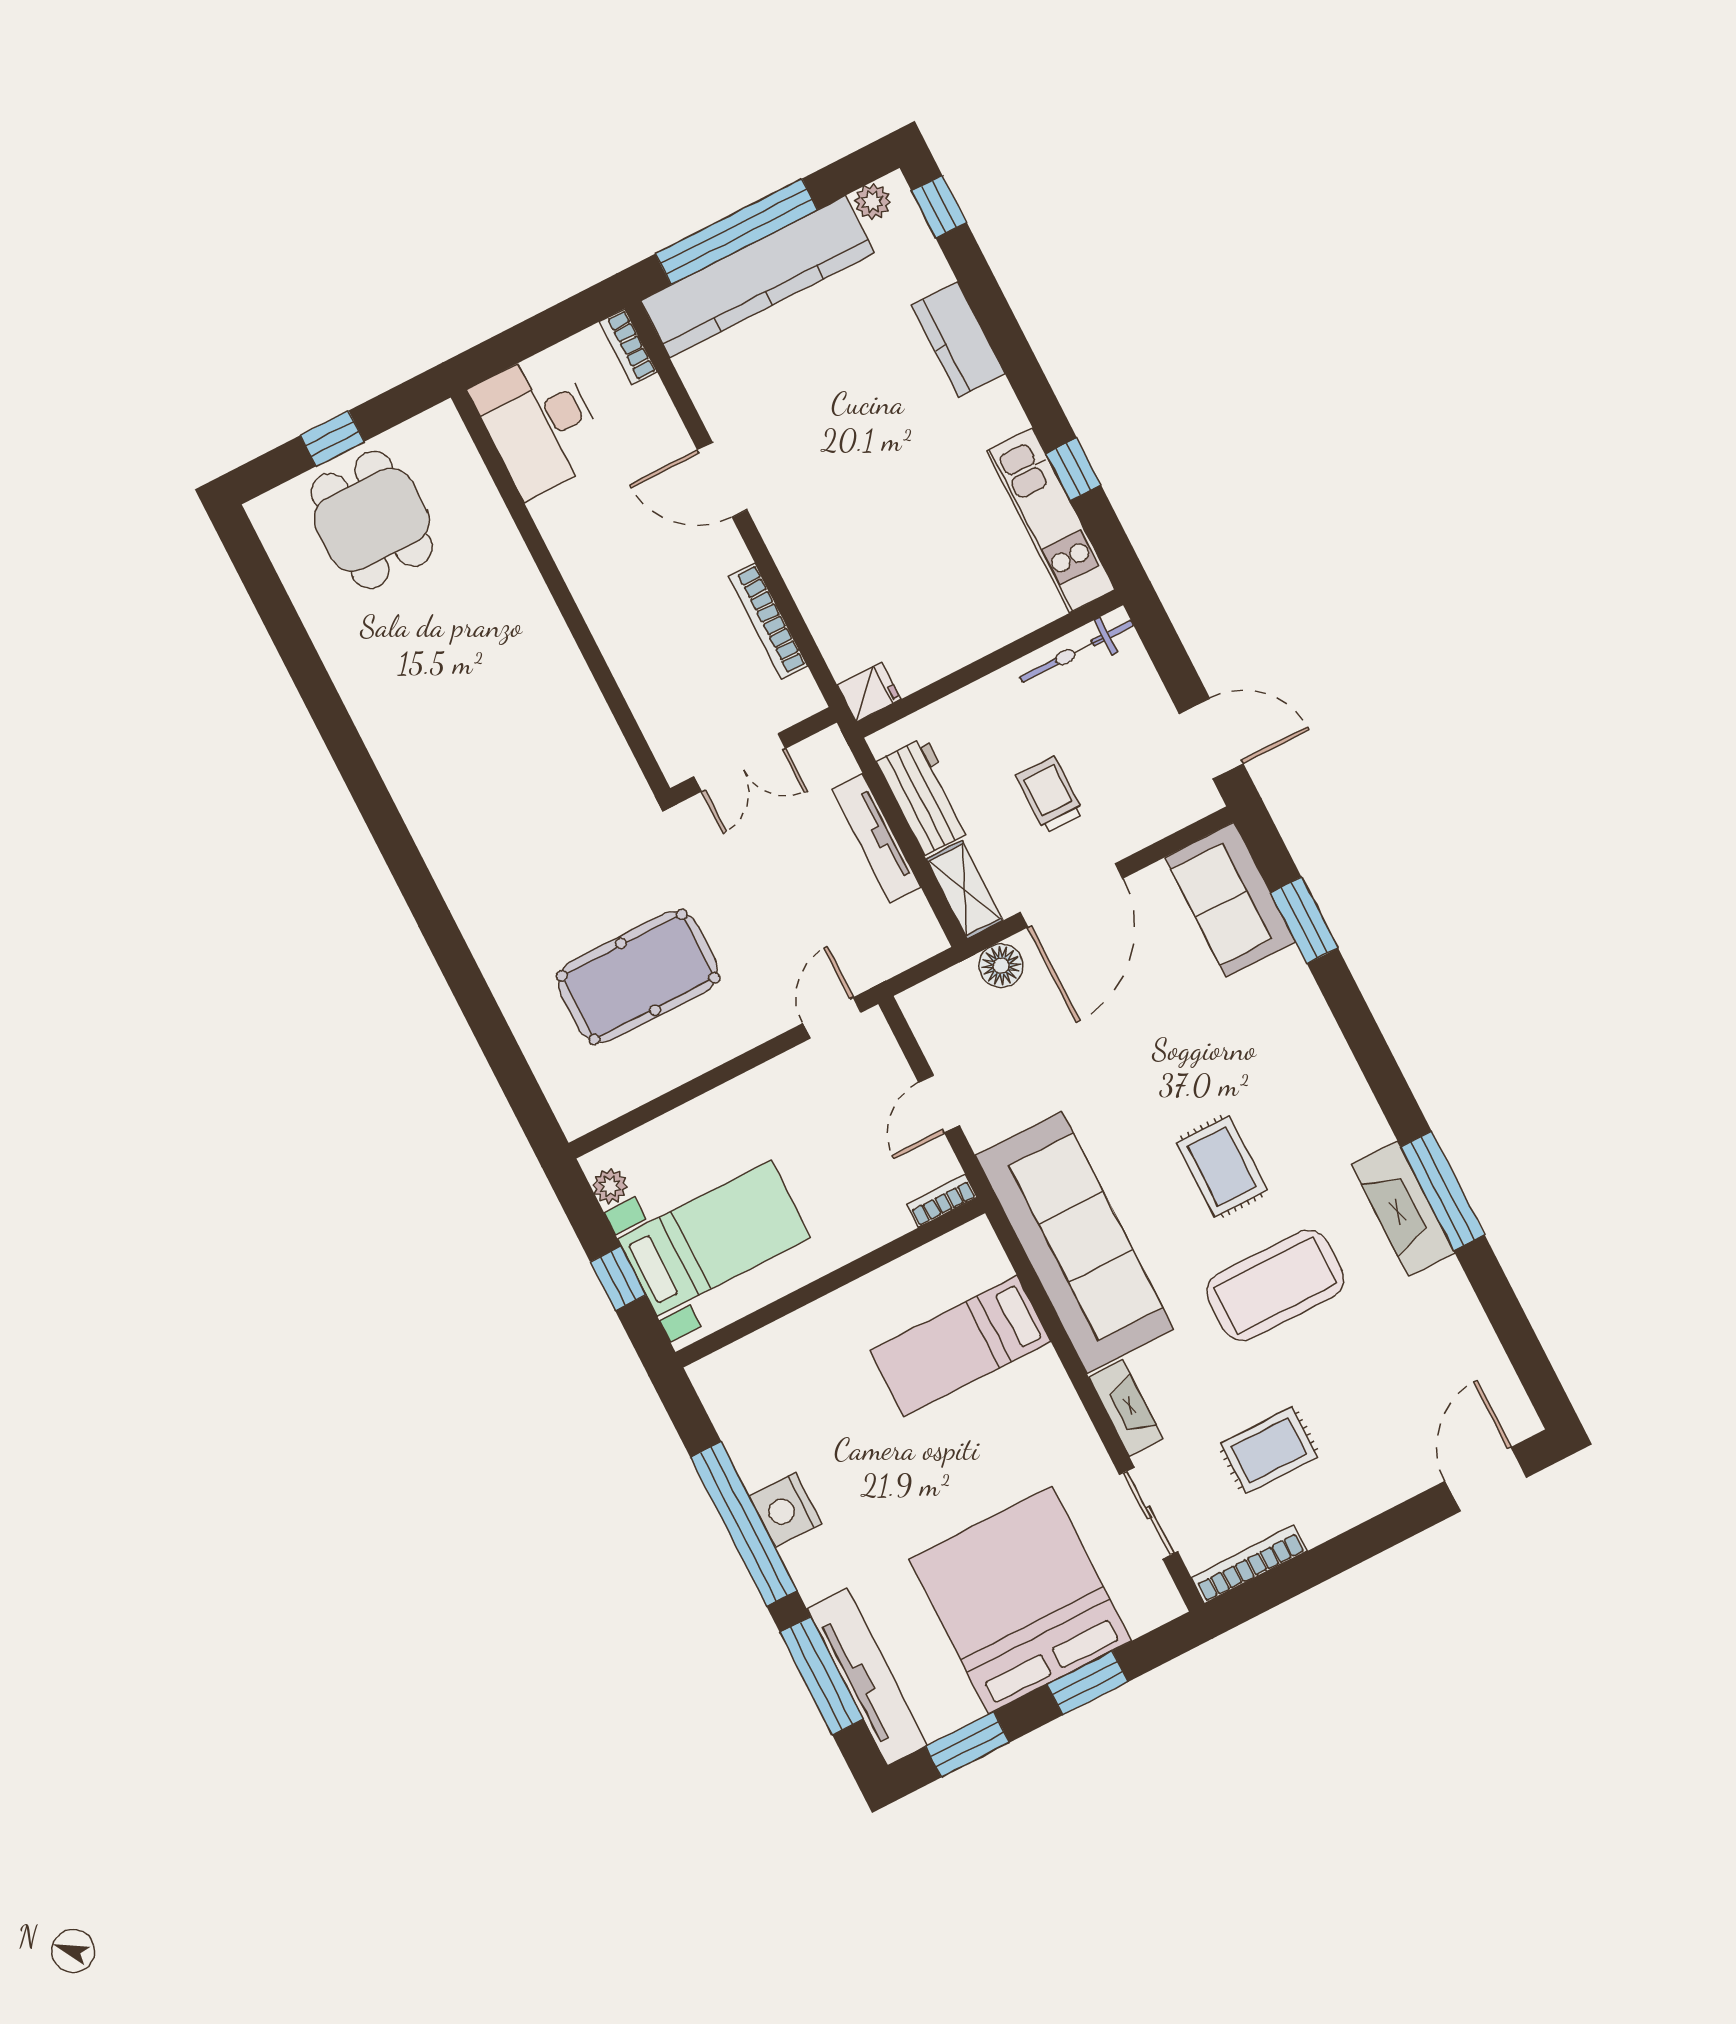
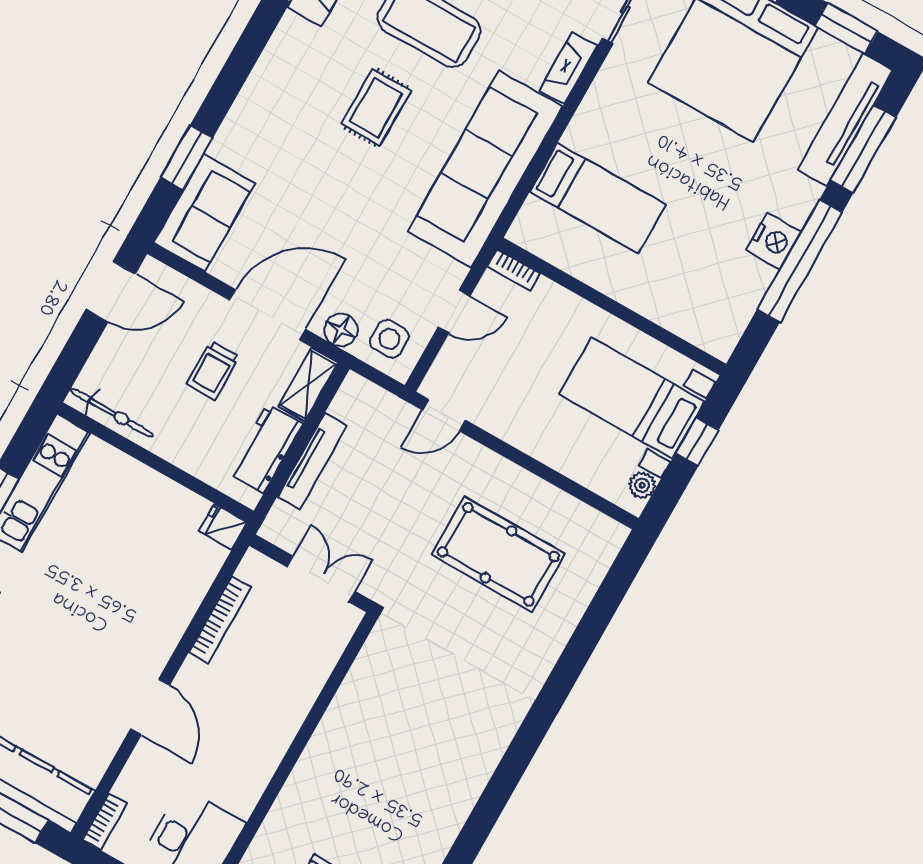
door: (1211, 739) -> (111, 291), swing flipped
side table: (956, 1013) -> (389, 339), added

